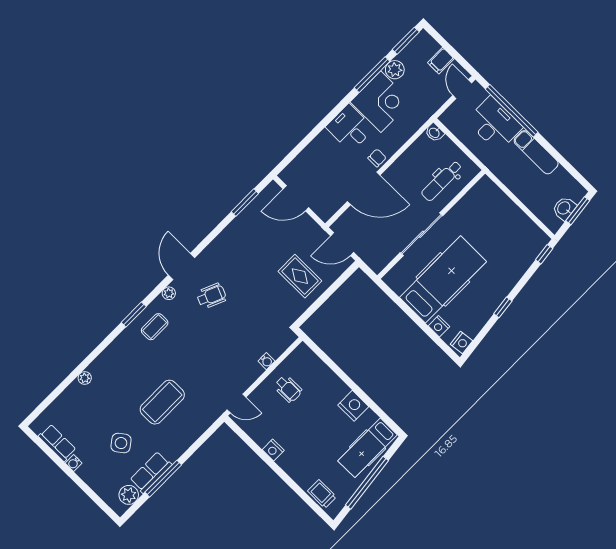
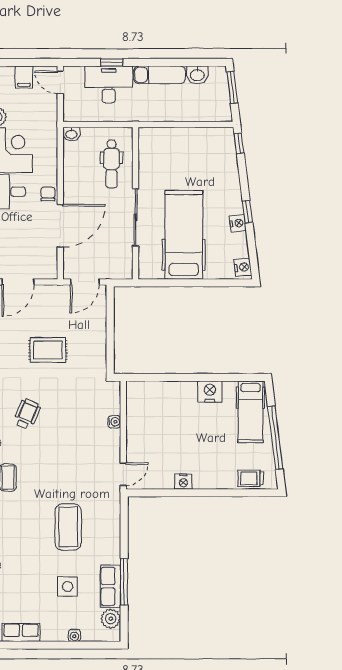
window: (512, 111) -> (112, 62), width x0.32
washbasin: (564, 208) -> (197, 75), moved, turned -83
rug: (300, 276) -> (48, 350), moved
nightstand: (439, 326) -> (238, 223), moved, turned -97
wheelchair: (288, 389) -> (150, 426), removed
side table: (121, 443) -> (68, 586), turned 37
water cooler: (74, 463) -> (74, 635), moved

